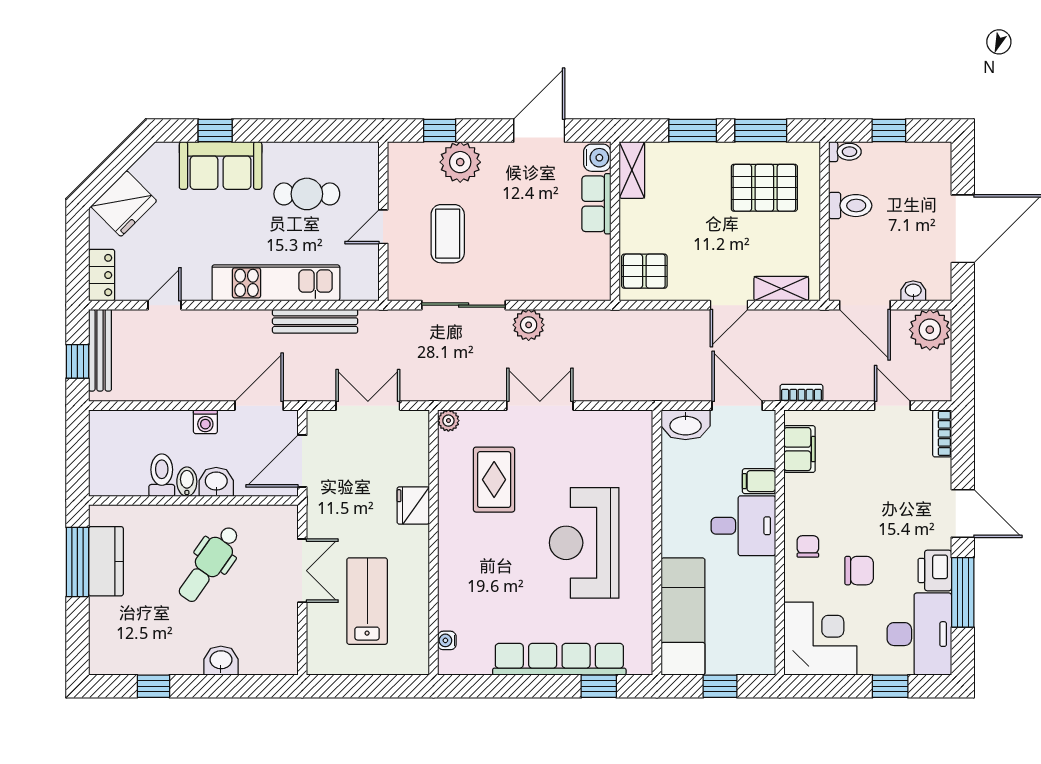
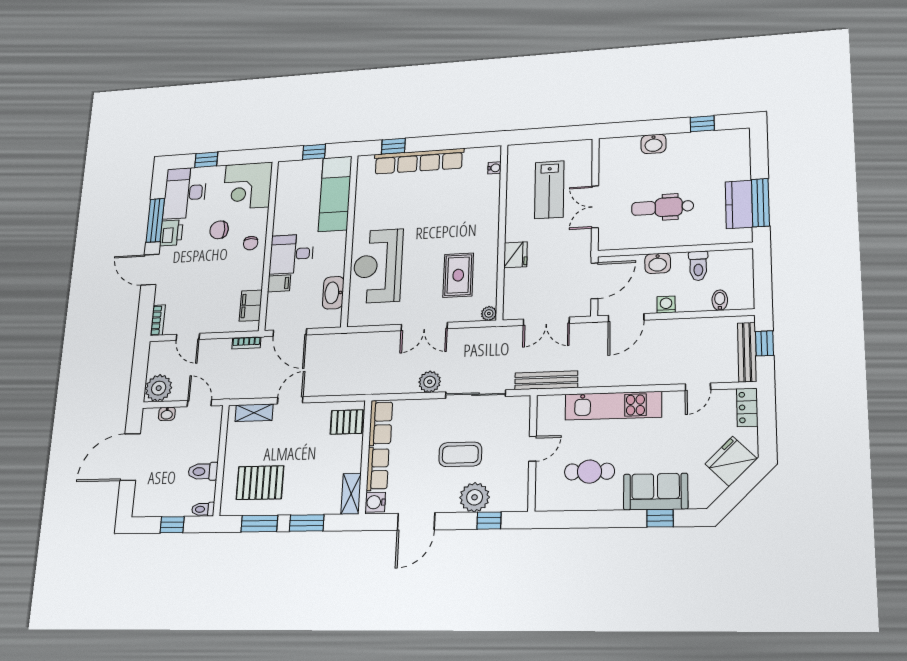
coffee table: (448, 234) -> (460, 454), moved, turned 90
row of seats: (595, 268) -> (381, 423), added
door: (865, 305) -> (199, 403), width x0.73
bench: (315, 321) -> (546, 380), moved
washbasin: (686, 425) -> (333, 293), moved, turned -90
bidet: (187, 482) -> (720, 300), moved, turned 180
reception desk: (584, 543) -> (378, 266), moved, turned 180
dental chair: (209, 564) -> (663, 207), turned -125

